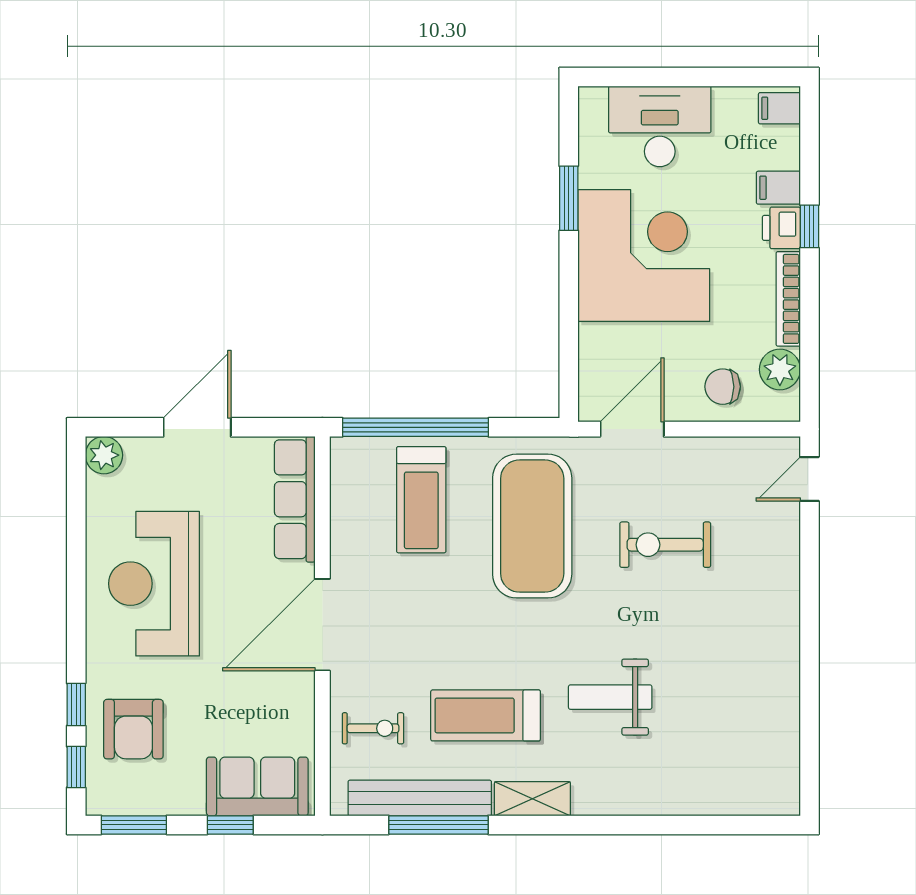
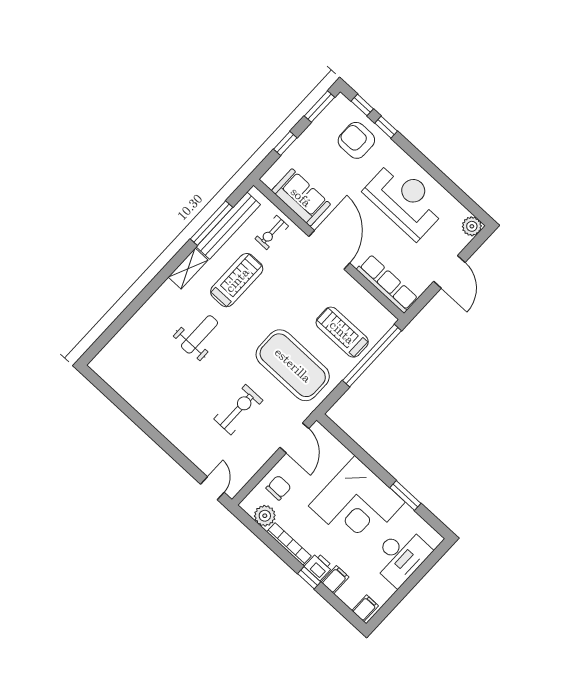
sofa: (257, 786) -> (301, 197), moved, turned -90

